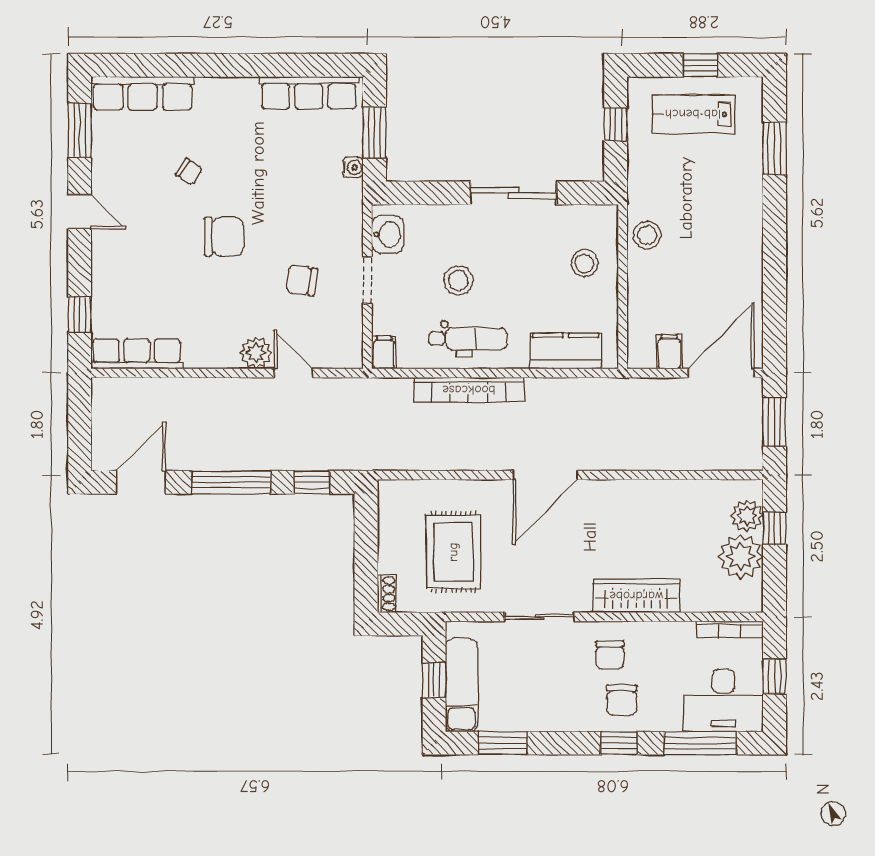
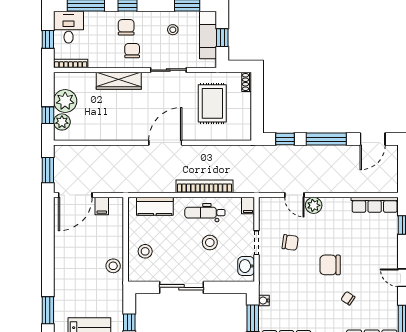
stool: (531, 696) -> (173, 30), added
desk: (723, 700) -> (69, 27), width x0.73

